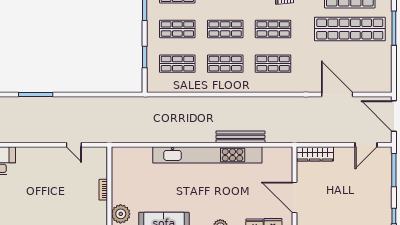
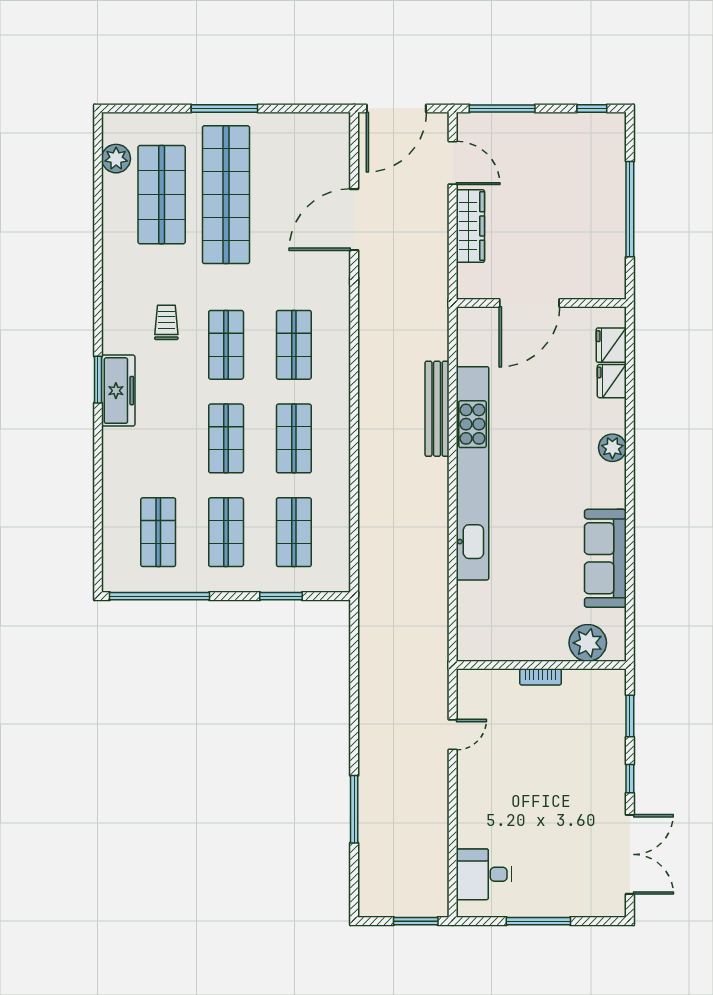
wardrobe: (315, 154) -> (470, 226), moved
door: (294, 197) -> (529, 303), moved

